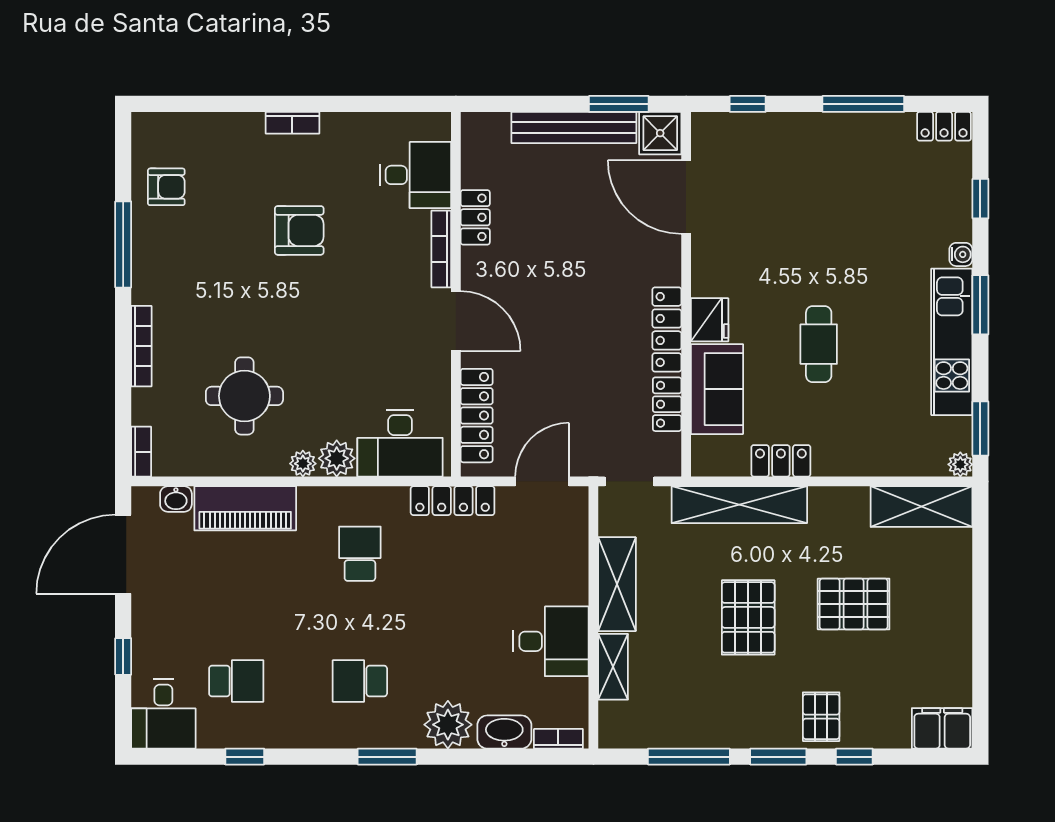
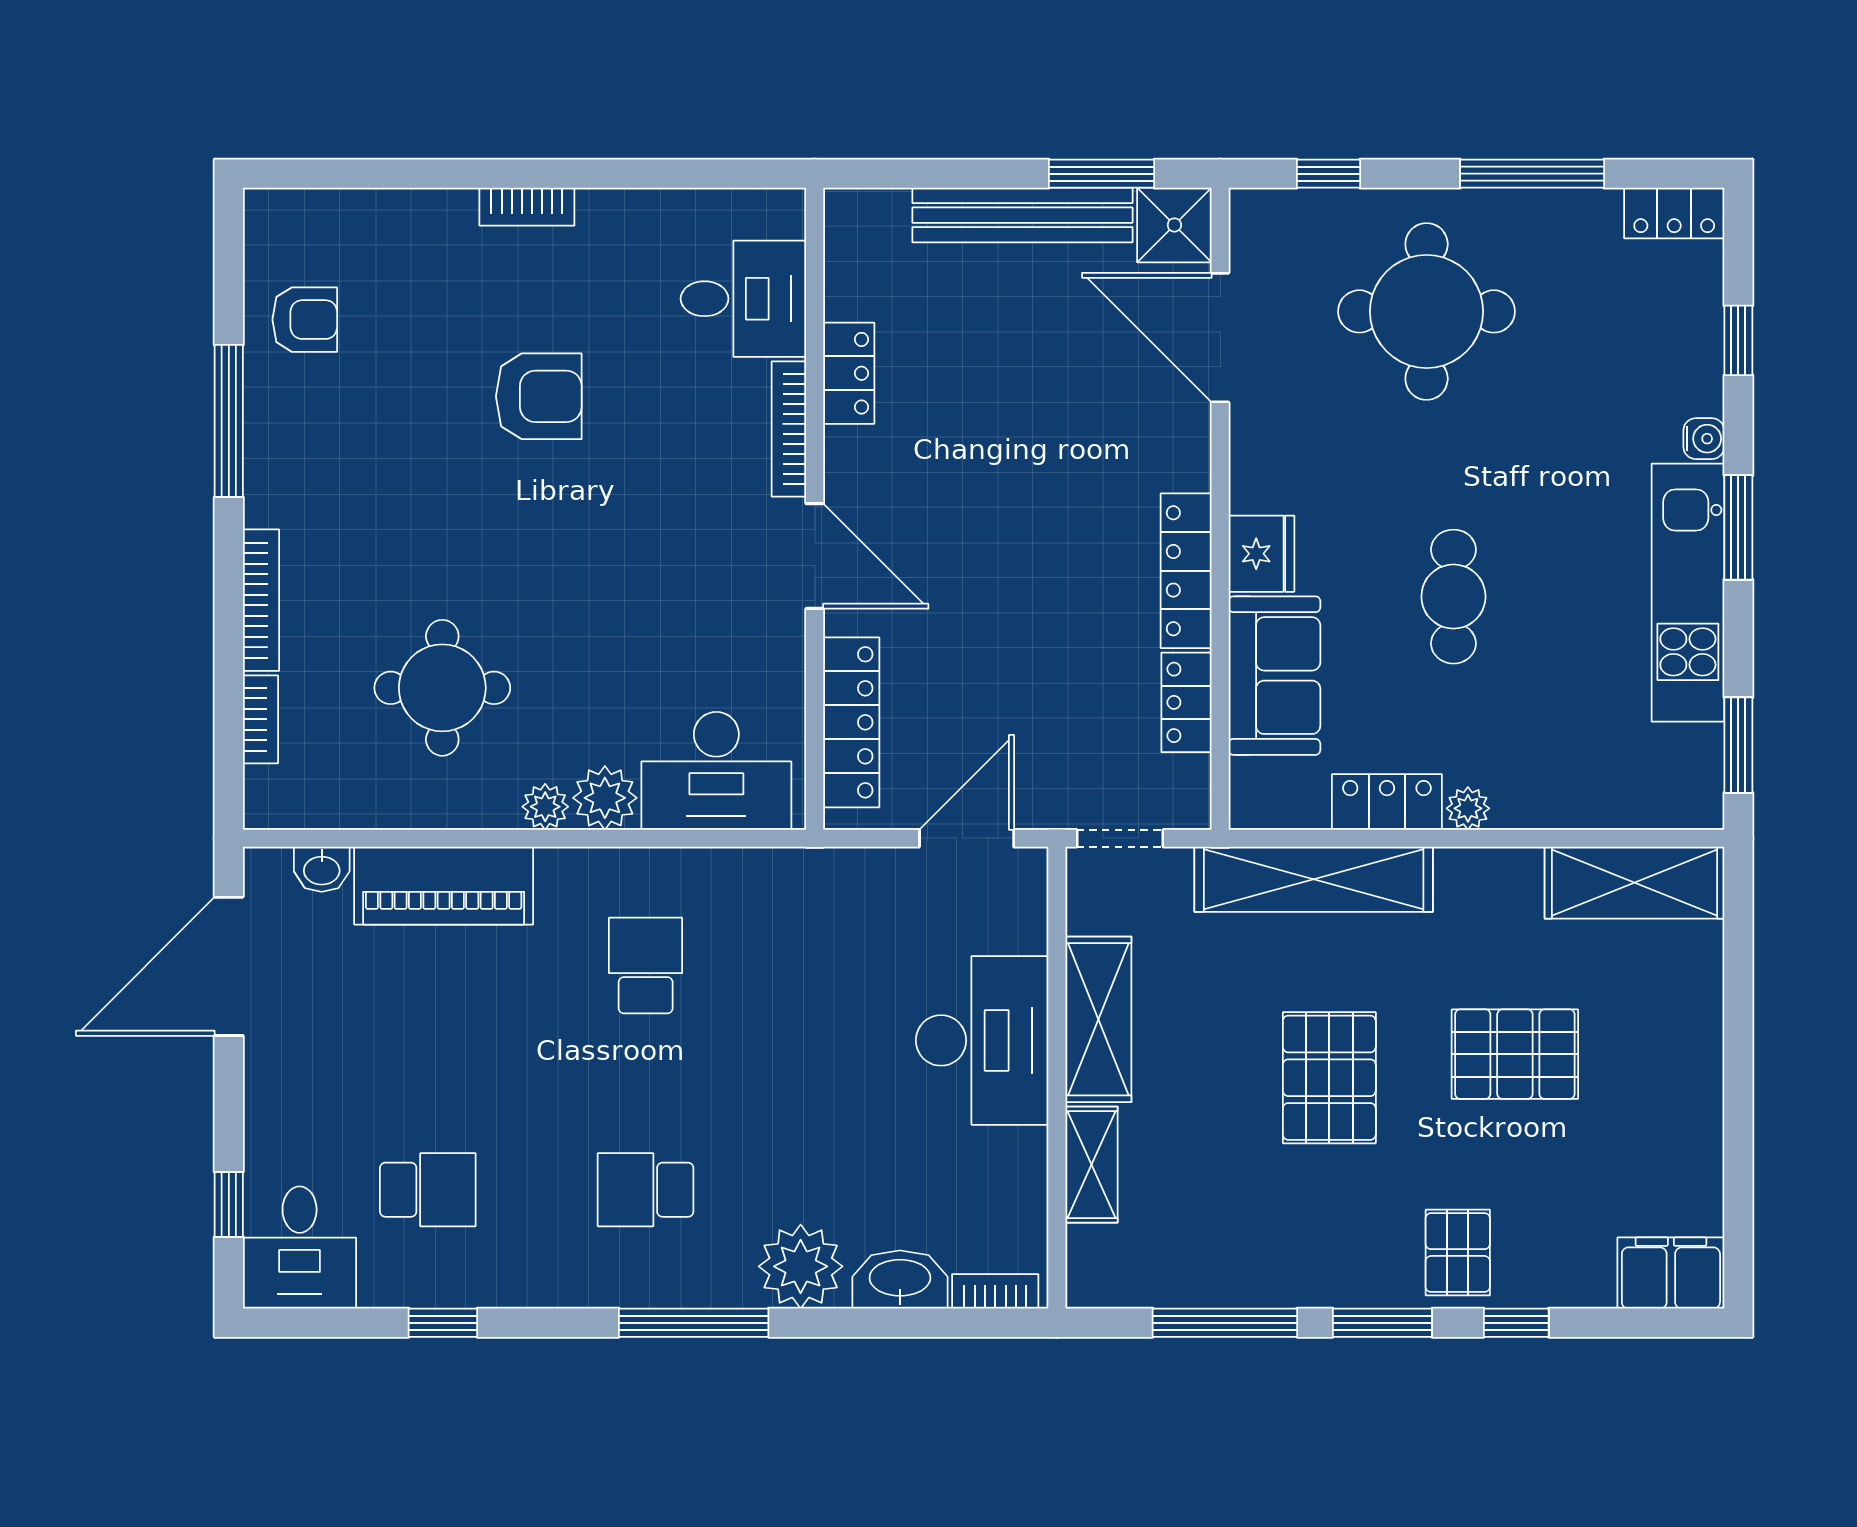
round table: (803, 182) -> (1427, 311), added
bookcase: (141, 452) -> (260, 719), moved
plant: (960, 464) -> (1468, 808), moved
locker: (453, 501) -> (809, 872), removed
desk: (551, 641) -> (982, 1040), moved, width x1.37
window: (123, 656) -> (229, 1204), moved
window: (387, 757) -> (694, 1323), width x1.44

